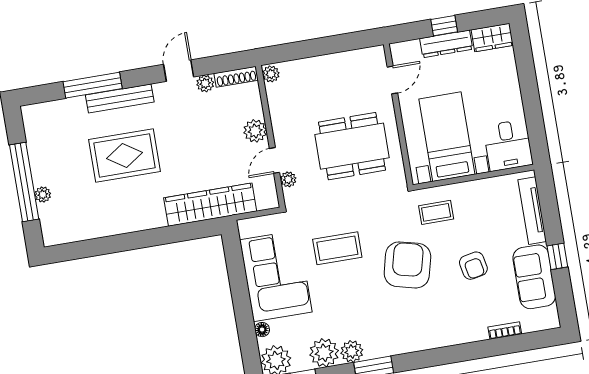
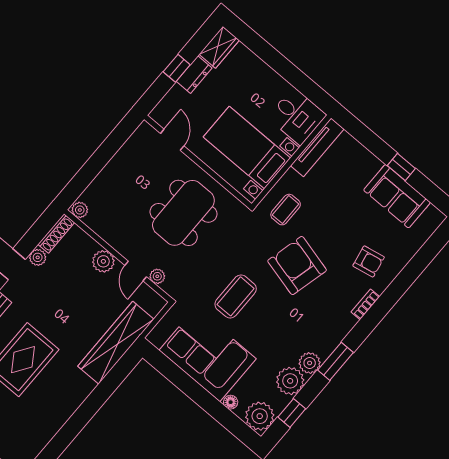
dresser: (446, 44) -> (194, 75), width x0.70
tv unit: (532, 211) -> (317, 147), moved, turned -90
armchair: (473, 266) -> (369, 261), moved
bookcase: (505, 331) -> (365, 304), moved

